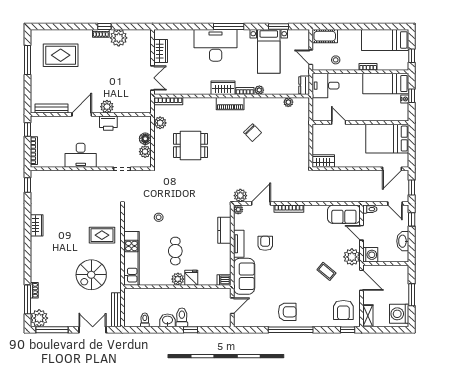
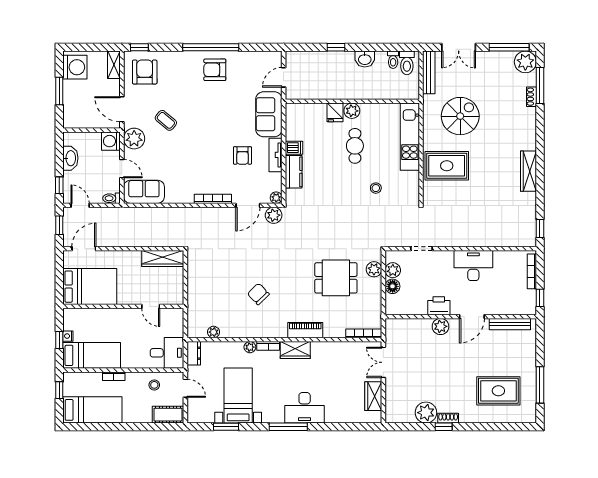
desk: (216, 45) -> (305, 408), width x0.73, depth x0.77
piano: (230, 104) -> (305, 330), moved
plant: (160, 123) -> (374, 269), moved
wardrobe: (323, 161) -> (163, 258), width x1.50
wardrobe: (37, 225) -> (529, 171), width x1.50
rug: (102, 235) -> (447, 166), width x1.36, depth x1.43
dishwasher: (224, 280) -> (294, 148), moved
toilet: (182, 317) -> (407, 63), moved

